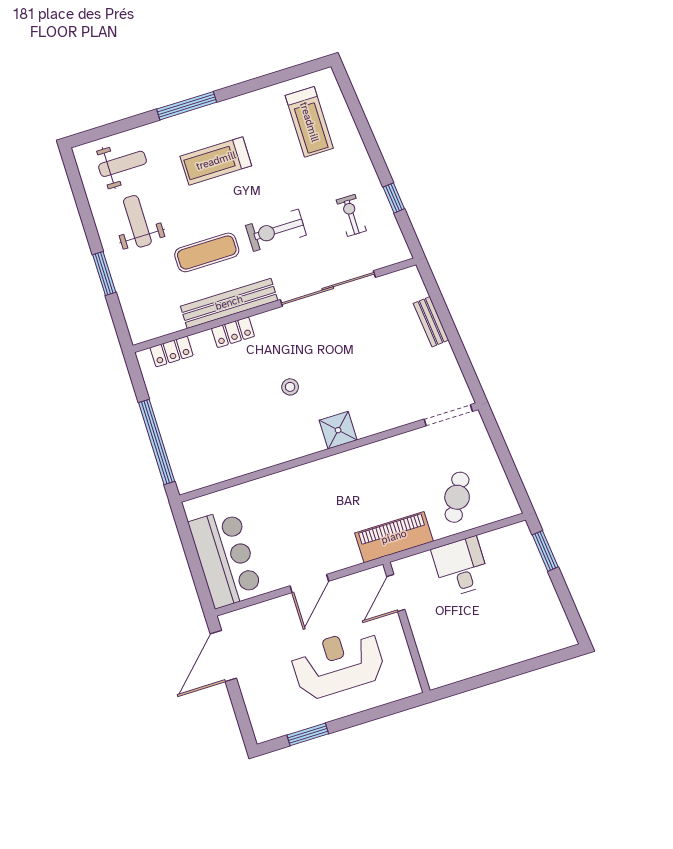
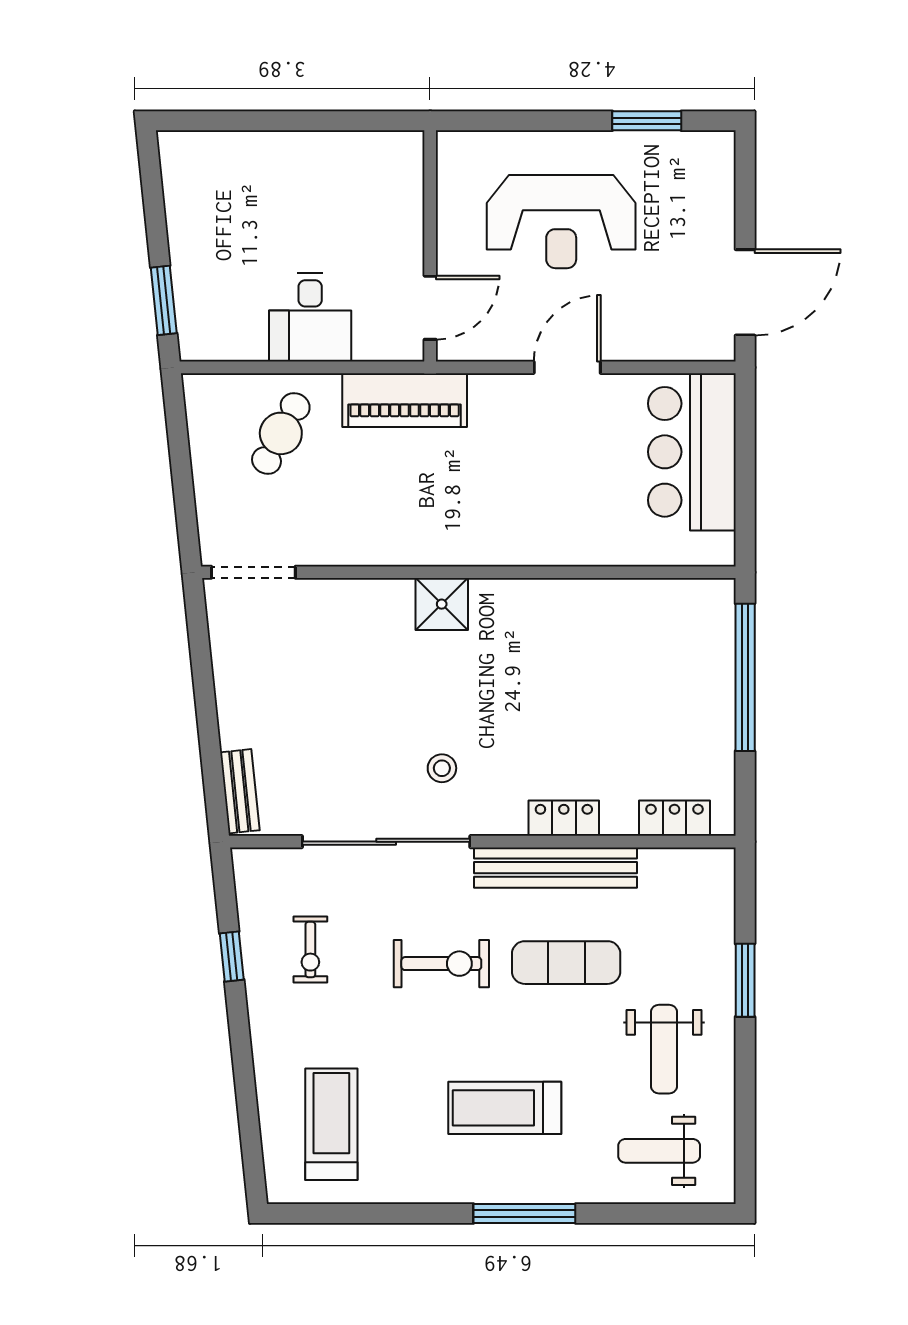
treadmill: (216, 161) -> (505, 1108), turned 180
bench: (431, 322) -> (240, 791), moved
stool: (290, 387) -> (442, 768), moved

